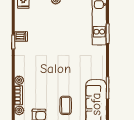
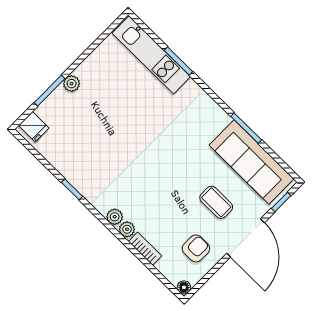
dishwasher: (21, 36) -> (75, 173), removed
plant: (19, 110) -> (115, 217), moved

